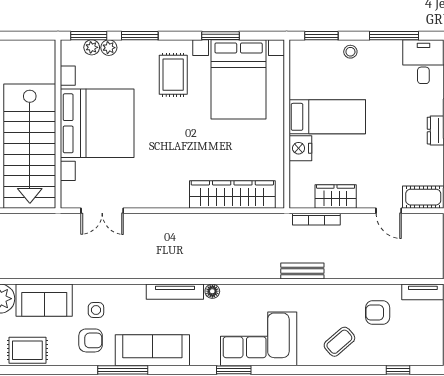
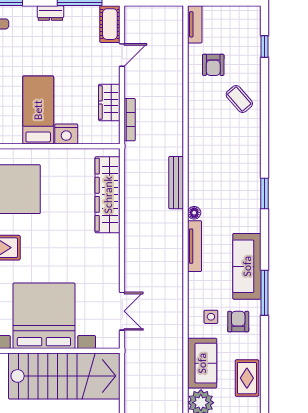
bench: (302, 271) -> (176, 183), moved, width x1.36
corner sofa: (259, 339) -> (237, 171), removed

